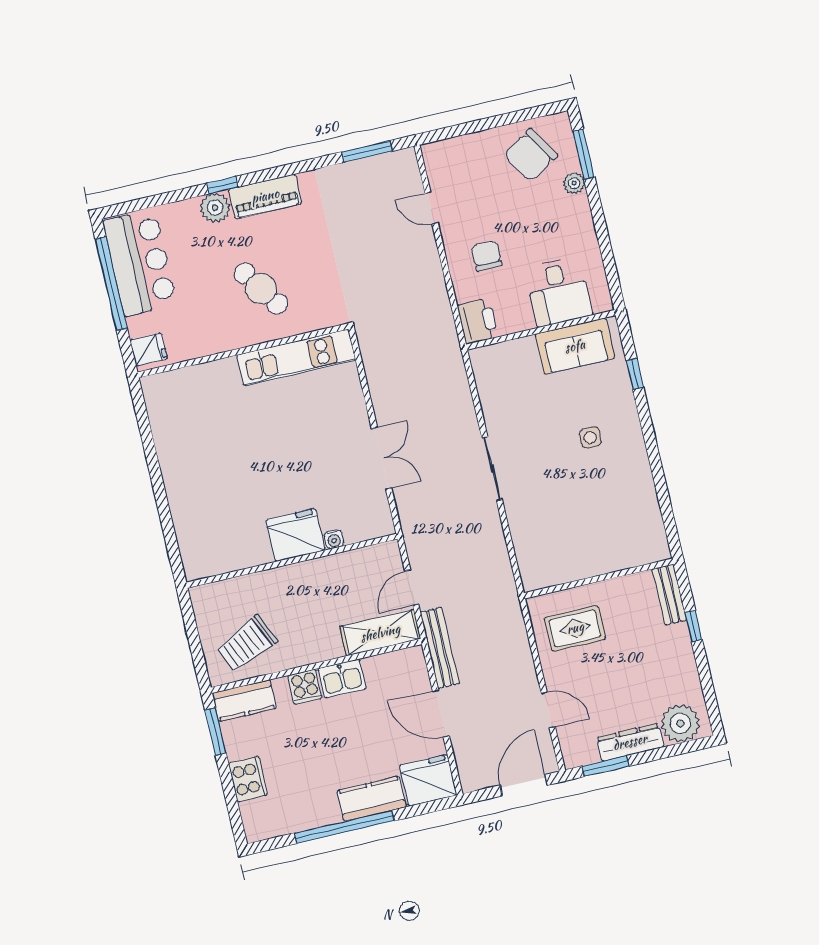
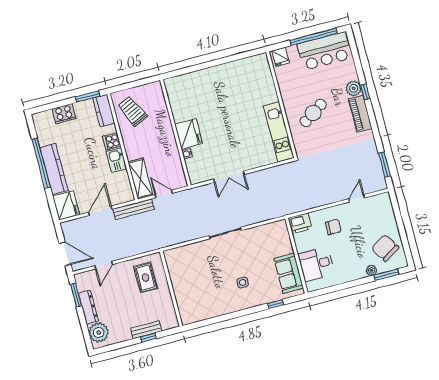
bench: (669, 595) -> (146, 330), moved
kitchen counter: (372, 799) -> (54, 169), width x1.50

